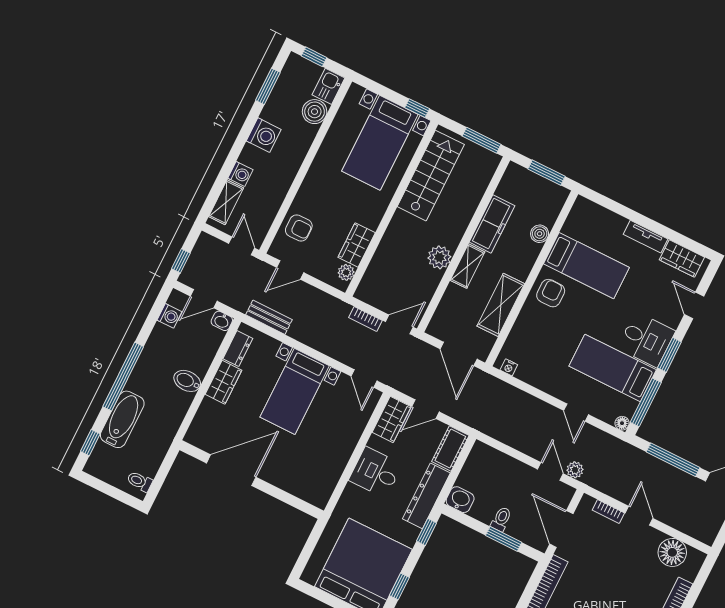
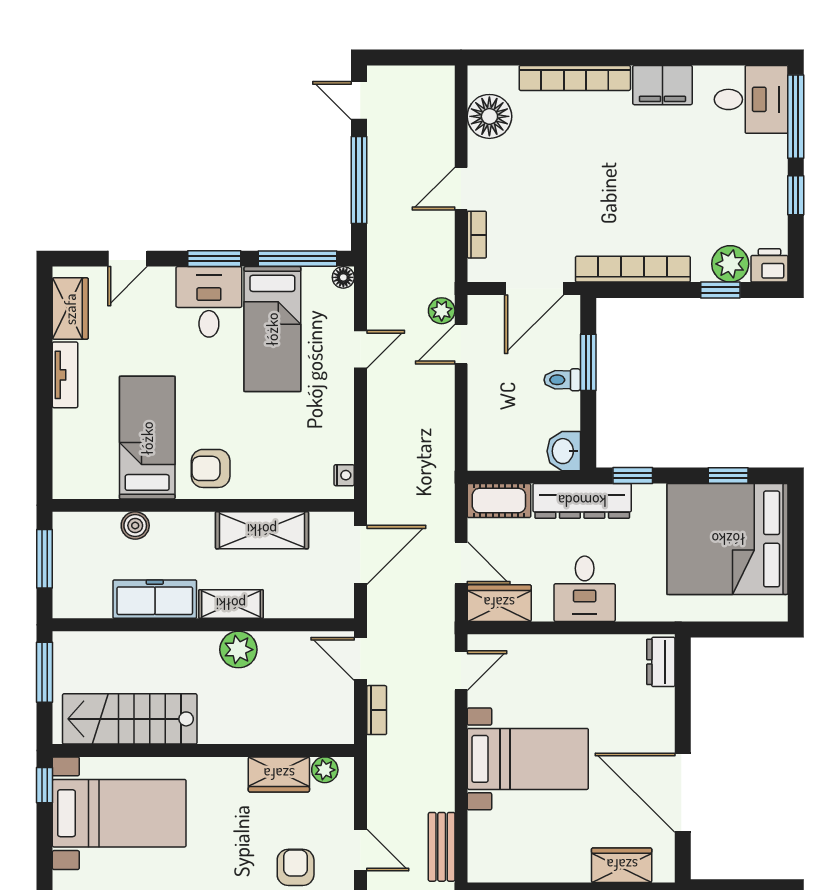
dresser: (238, 349) -> (661, 662), moved, turned -90
wardrobe: (223, 382) -> (622, 865), moved

